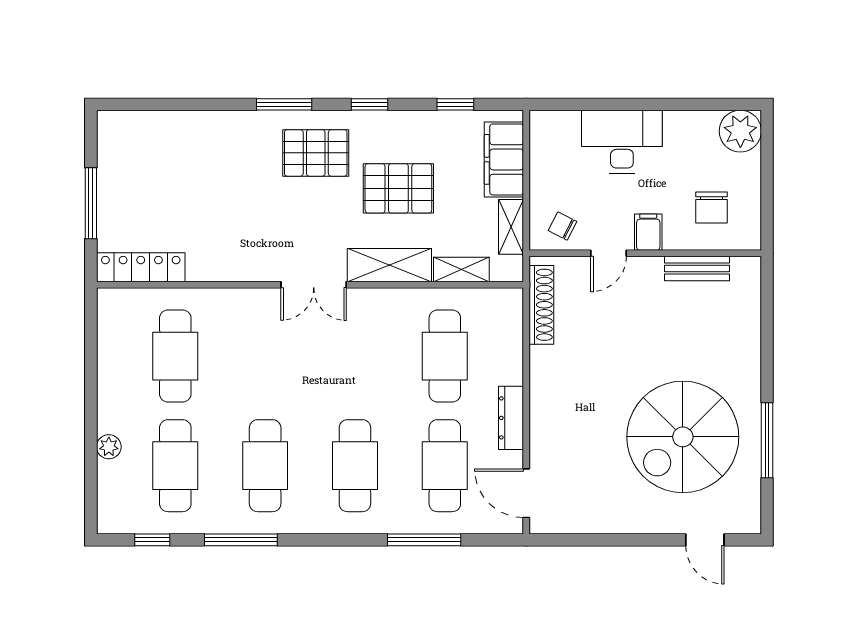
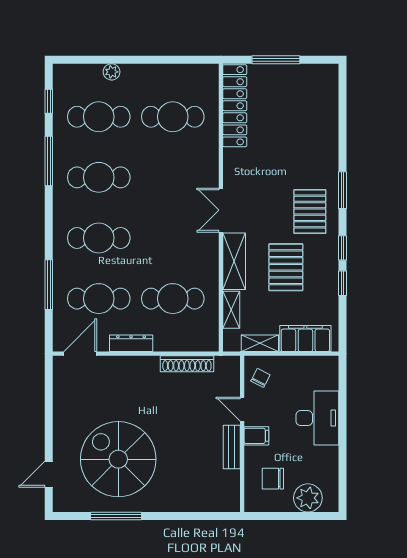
window: (455, 104) -> (343, 283), moved
plant: (740, 131) -> (308, 498), moved
locker: (141, 267) -> (235, 106), width x1.41, depth x1.21
bench: (697, 269) -> (232, 447), moved
shoe rack: (541, 305) -> (187, 364), moved

